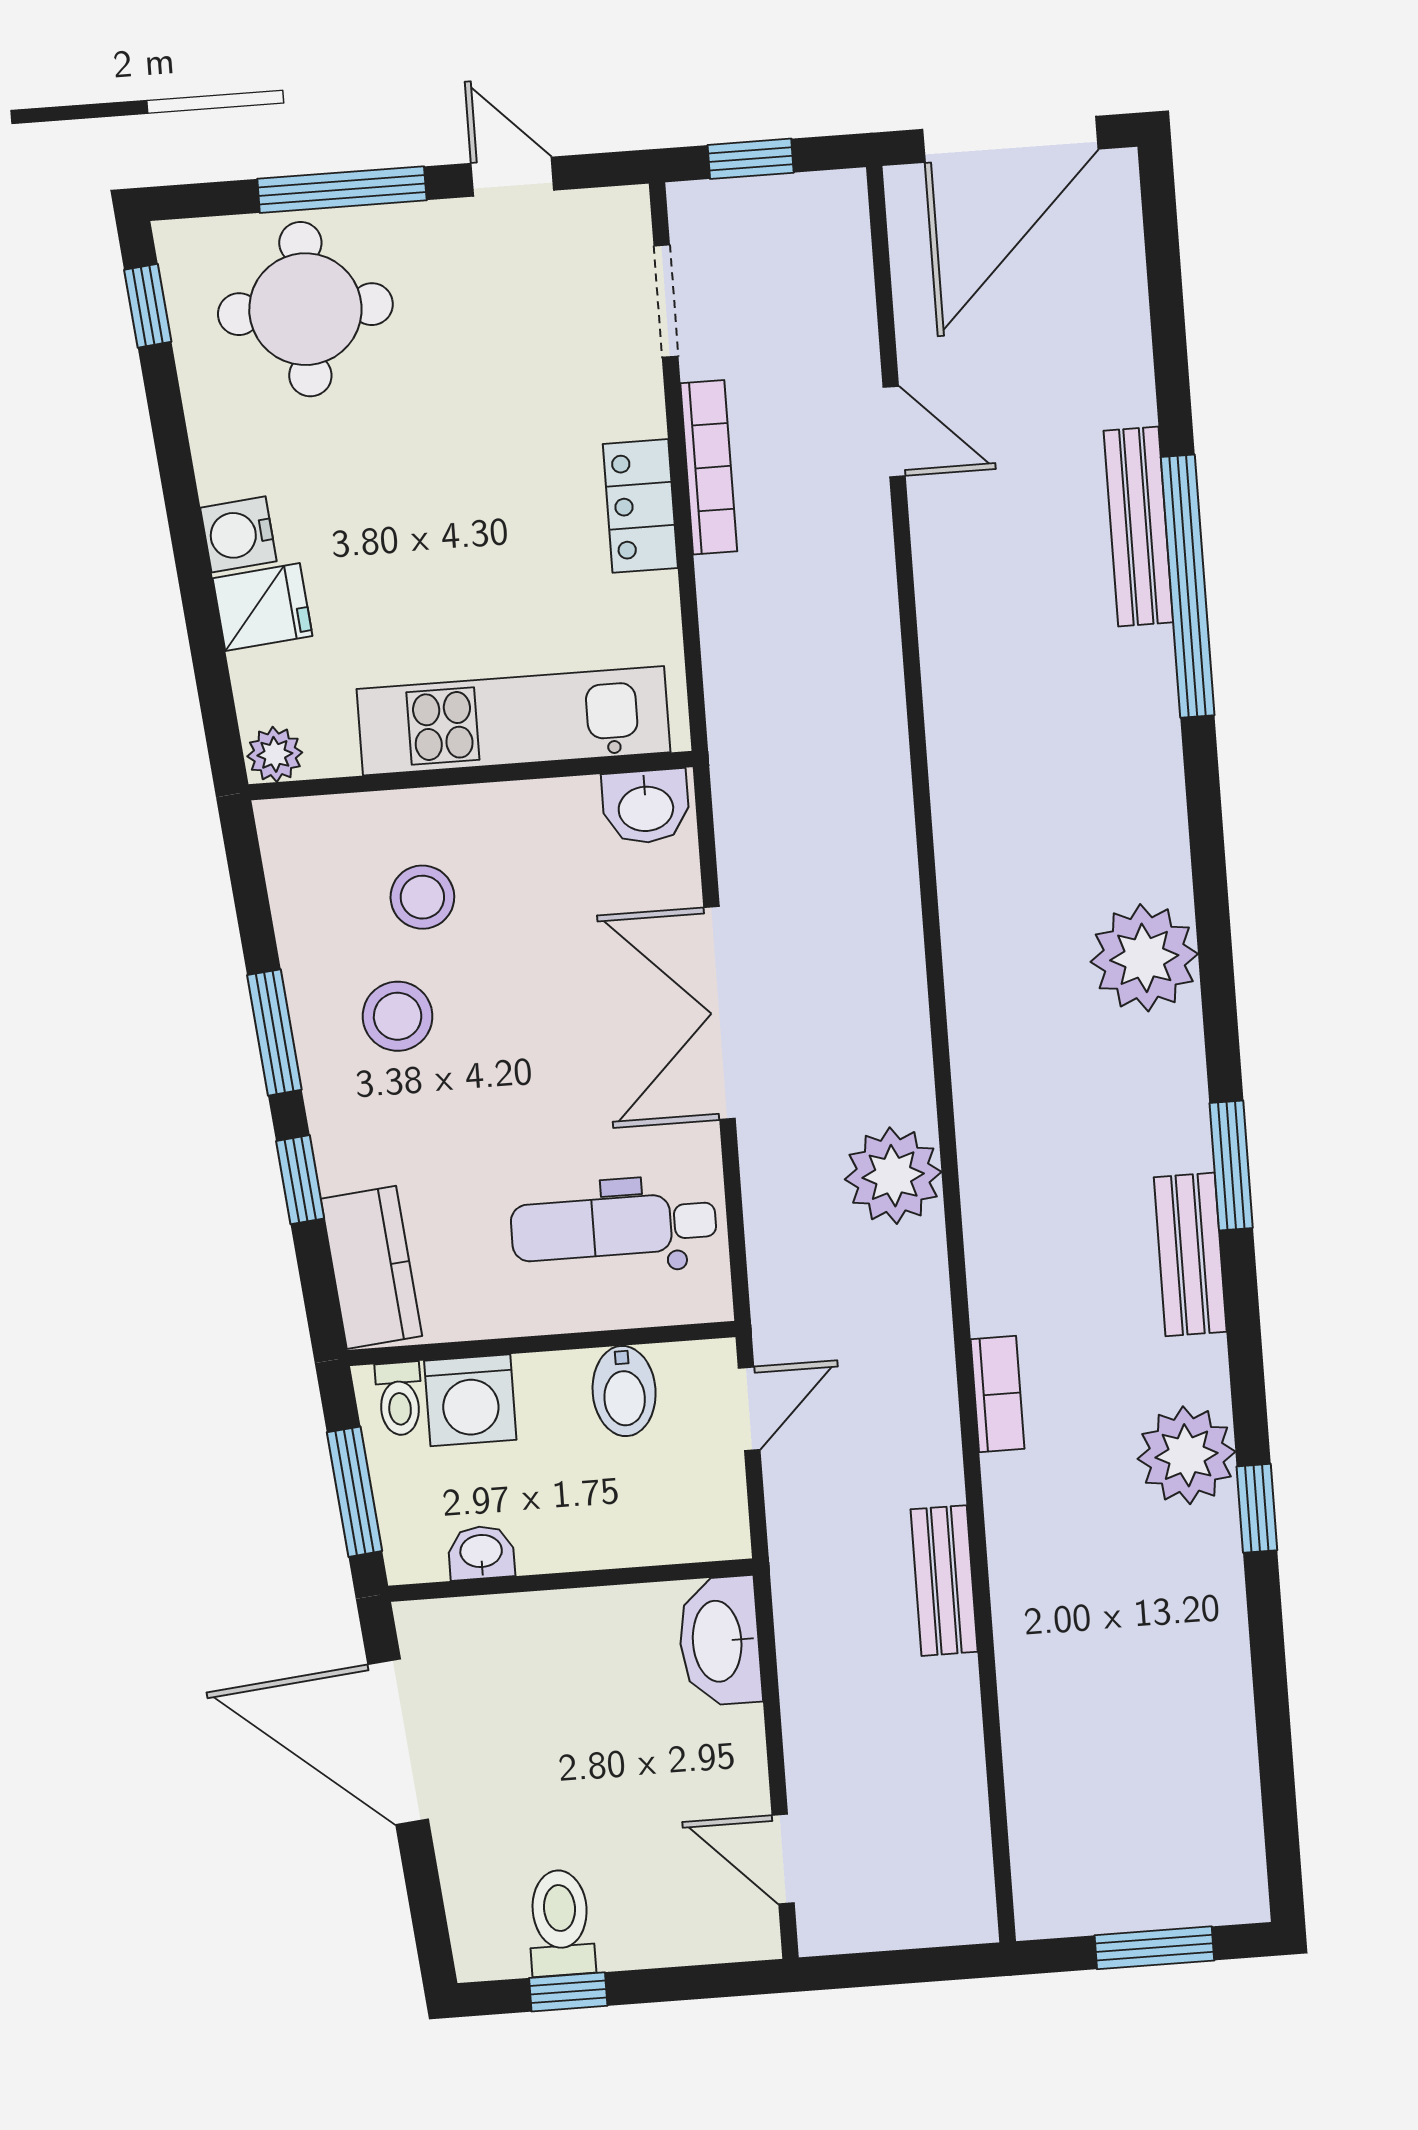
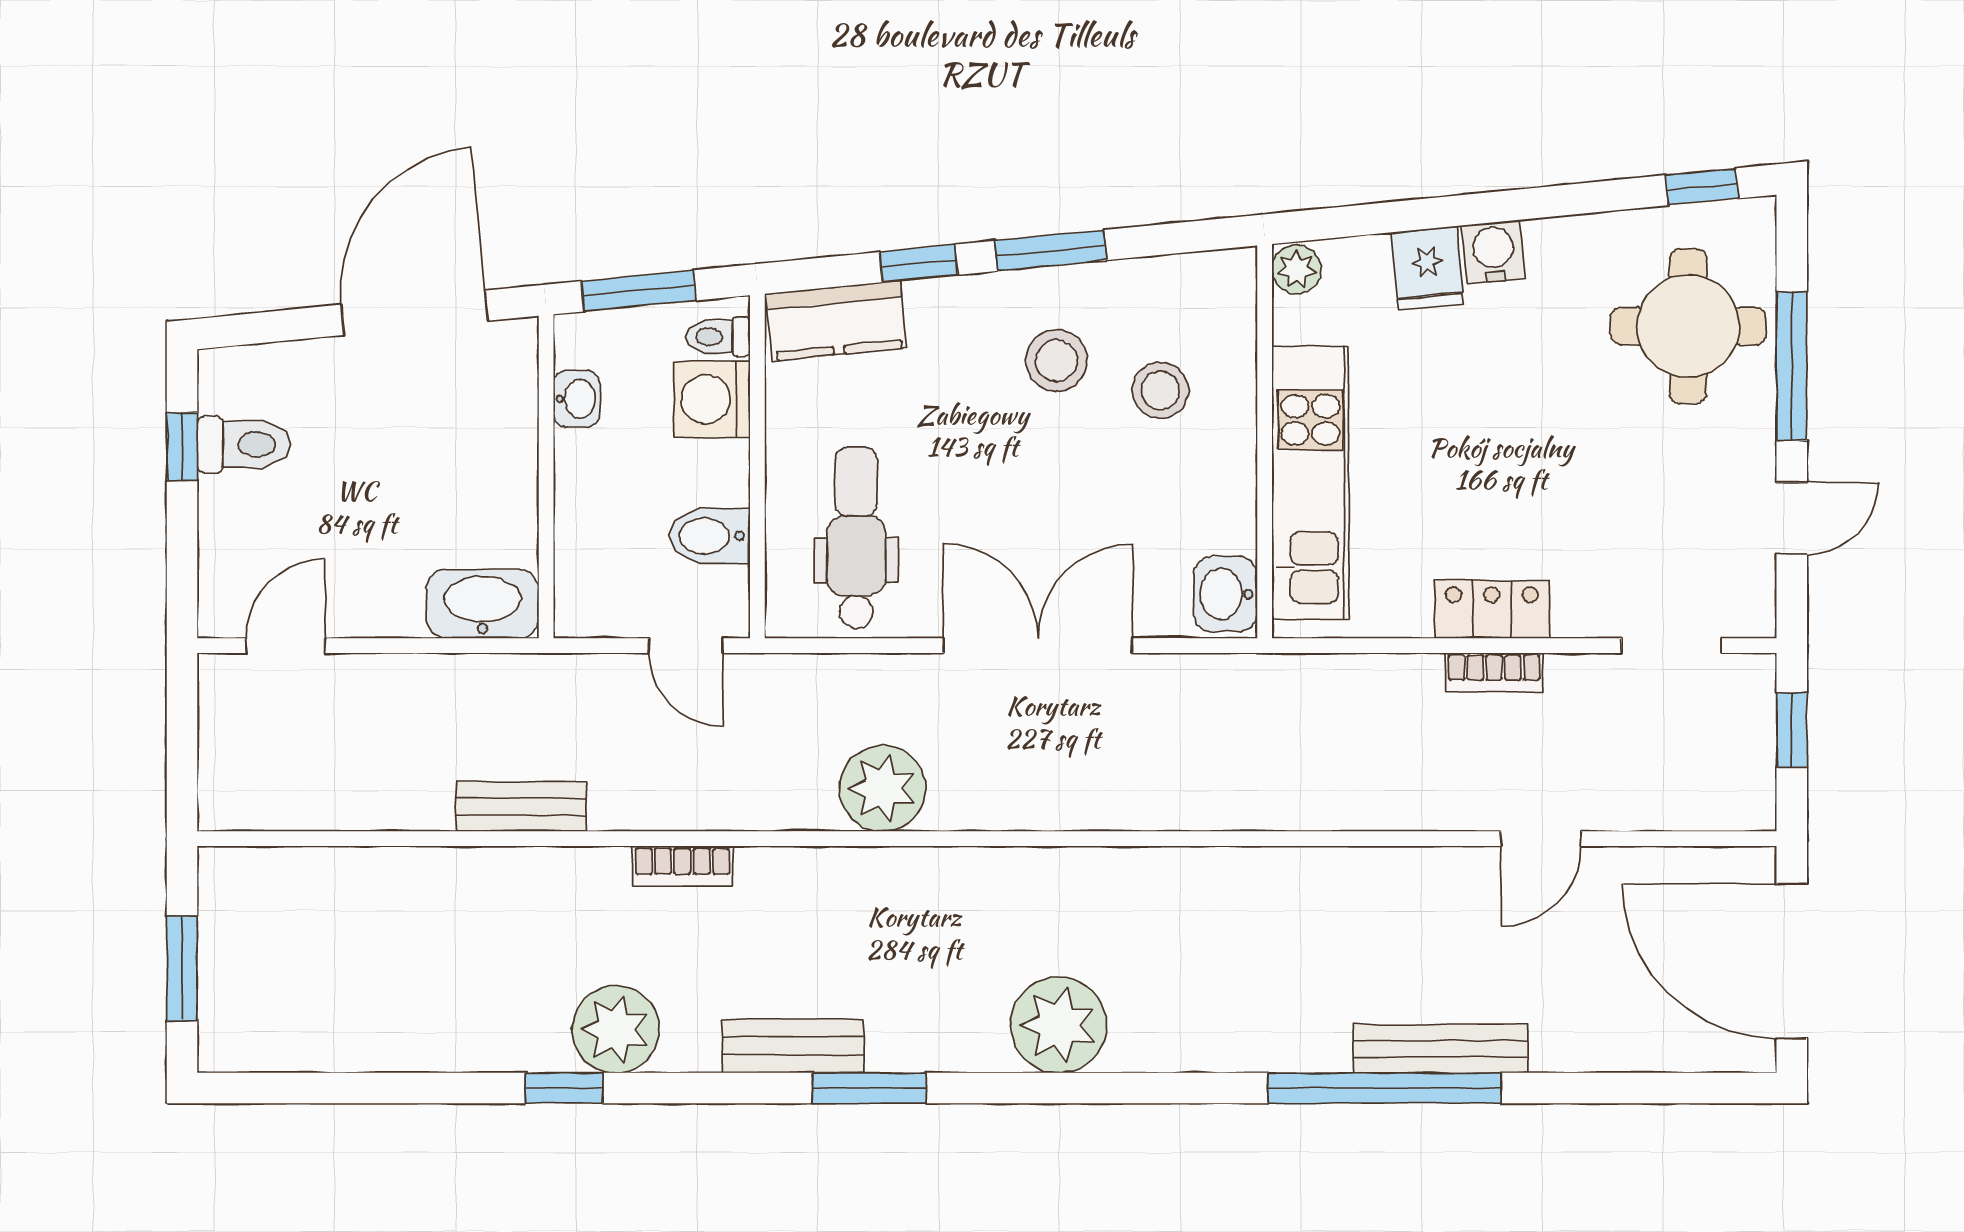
bookcase: (709, 467) -> (1494, 672), width x0.64

